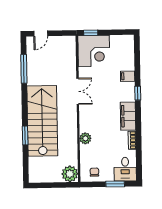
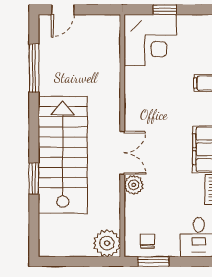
window: (91, 33) -> (165, 10), moved
double door: (78, 91) -> (122, 153), moved
window: (115, 184) -> (153, 261), moved

